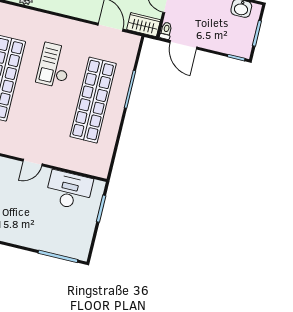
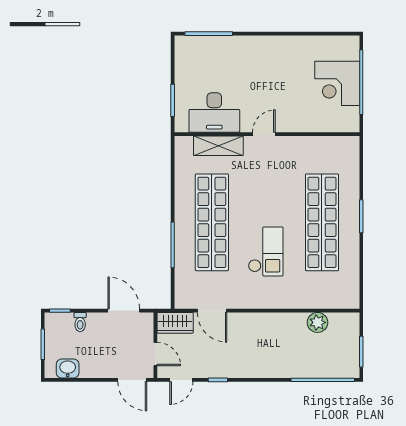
toilet: (166, 31) -> (80, 322), moved
shelving: (72, 162) -> (218, 146), added

